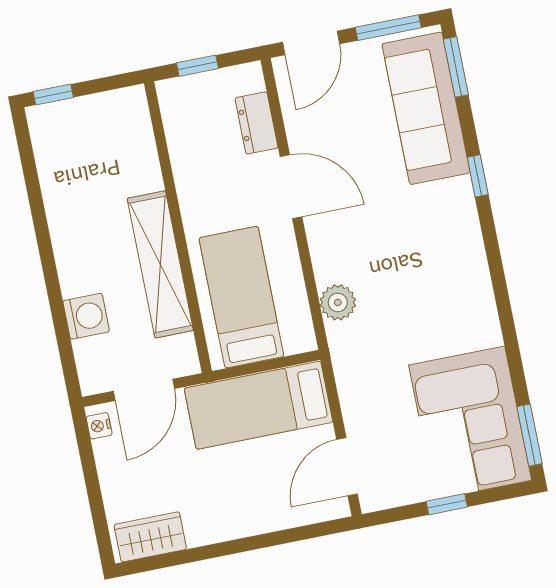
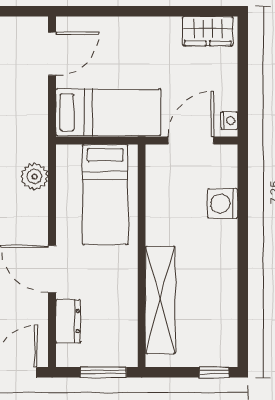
window: (197, 66) -> (103, 372), width x1.50
shelving: (160, 264) -> (160, 300), moved

